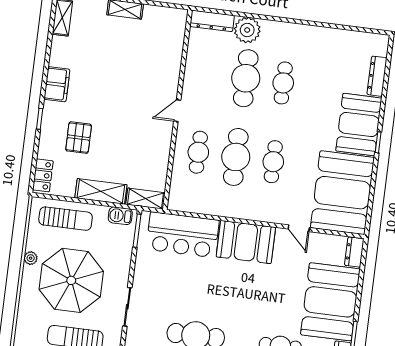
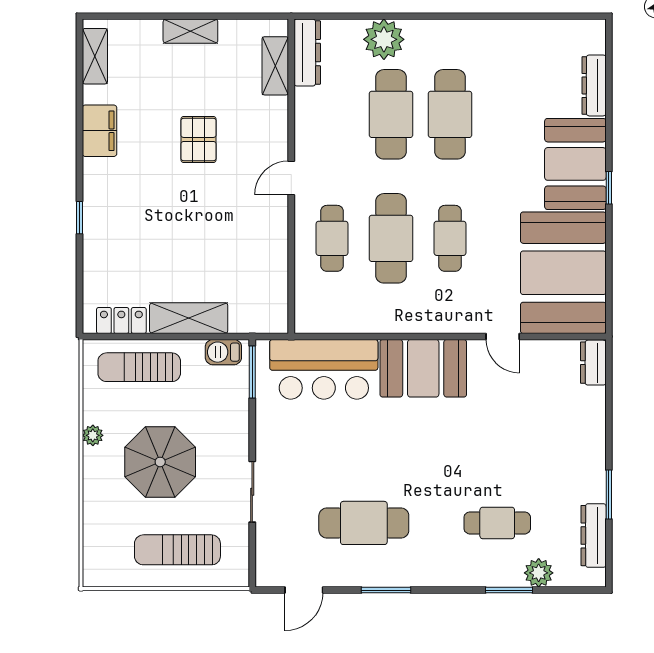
dresser: (212, 21) -> (307, 53), moved, turned -90
cafe table: (283, 83) -> (450, 114), width x1.37, depth x1.35
filing cabinet: (57, 84) -> (100, 131), moved
pallet: (79, 138) -> (199, 139), moved
locker: (43, 175) -> (121, 321), moved, turned -90
shelving: (145, 199) -> (275, 66), moved, turned 90
sun lounger: (66, 219) -> (139, 367), turned 180
parasol: (71, 280) -> (160, 462), width x0.73, depth x0.73
booth: (330, 302) -> (566, 444), removed

